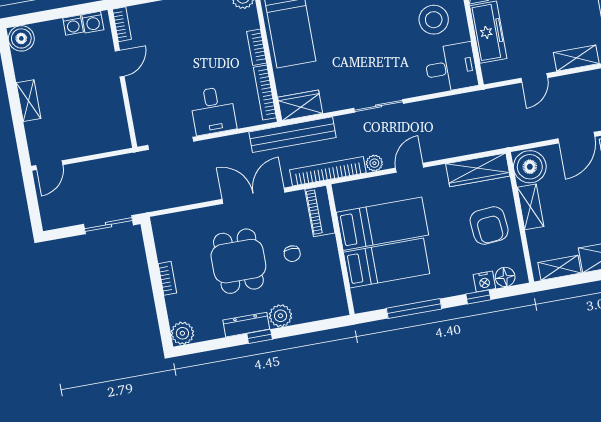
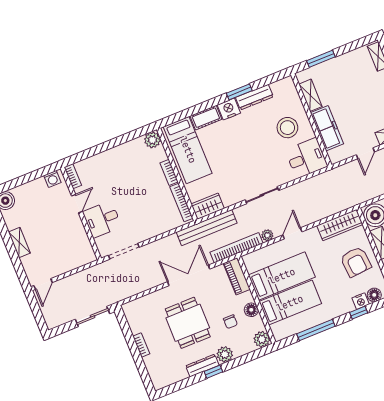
washing machine: (73, 25) -> (39, 184), removed
desk: (213, 111) -> (102, 219), moved, turned 90
chair: (292, 254) -> (230, 322), moved
floor lamp: (330, 262) -> (251, 310), added
plant: (182, 333) -> (262, 339), moved

